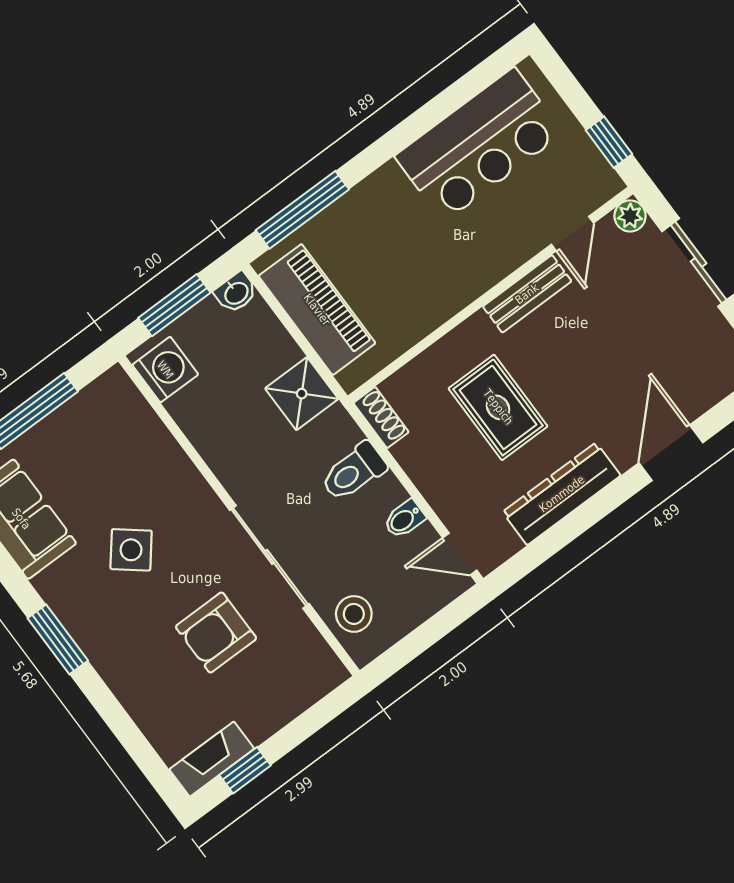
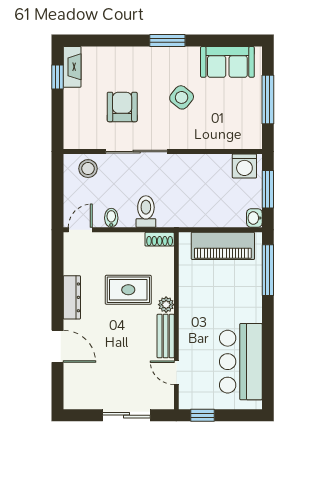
plant: (630, 216) -> (166, 305), moved
shower: (302, 394) -> (193, 214), removed
dresser: (562, 494) -> (72, 297), width x0.73, depth x0.80

